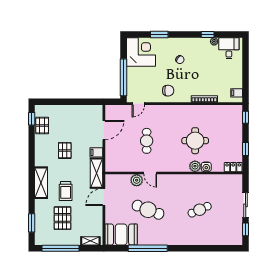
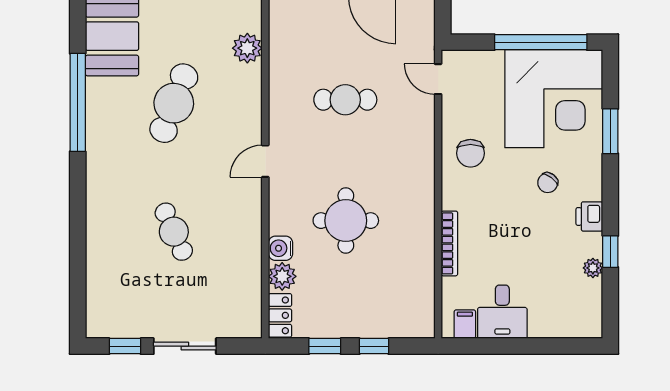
printer: (193, 43) -> (589, 216), added
desk: (229, 48) -> (502, 312), moved, turned 90
corner desk: (141, 52) -> (554, 99), width x1.36, depth x1.36
window: (124, 77) -> (541, 42), moved
window: (246, 117) -> (374, 346), moved
plant: (195, 166) -> (282, 276), moved
door: (150, 173) -> (265, 161), moved
plant: (137, 180) -> (247, 48), moved

